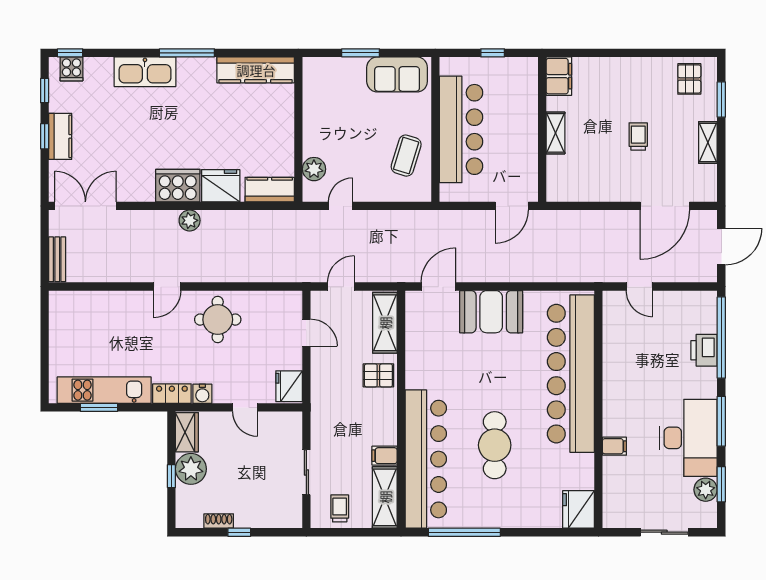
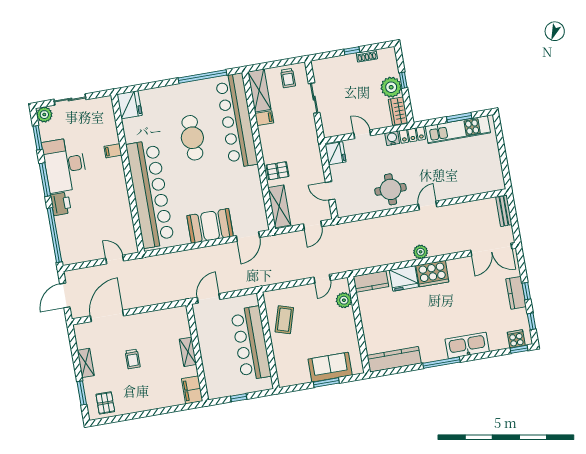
sofa: (397, 74) -> (330, 367), moved
printer: (704, 350) -> (61, 204), moved
plant: (706, 490) -> (44, 115), moved

